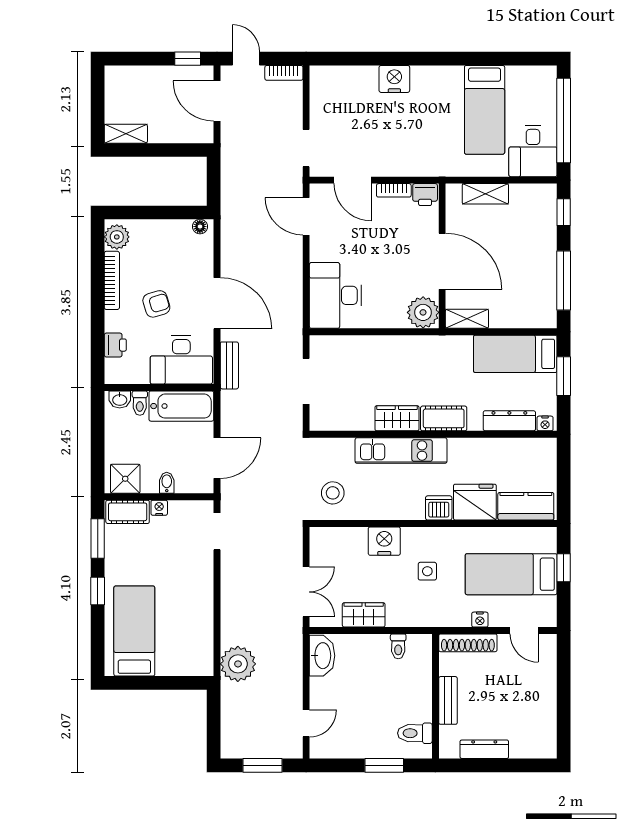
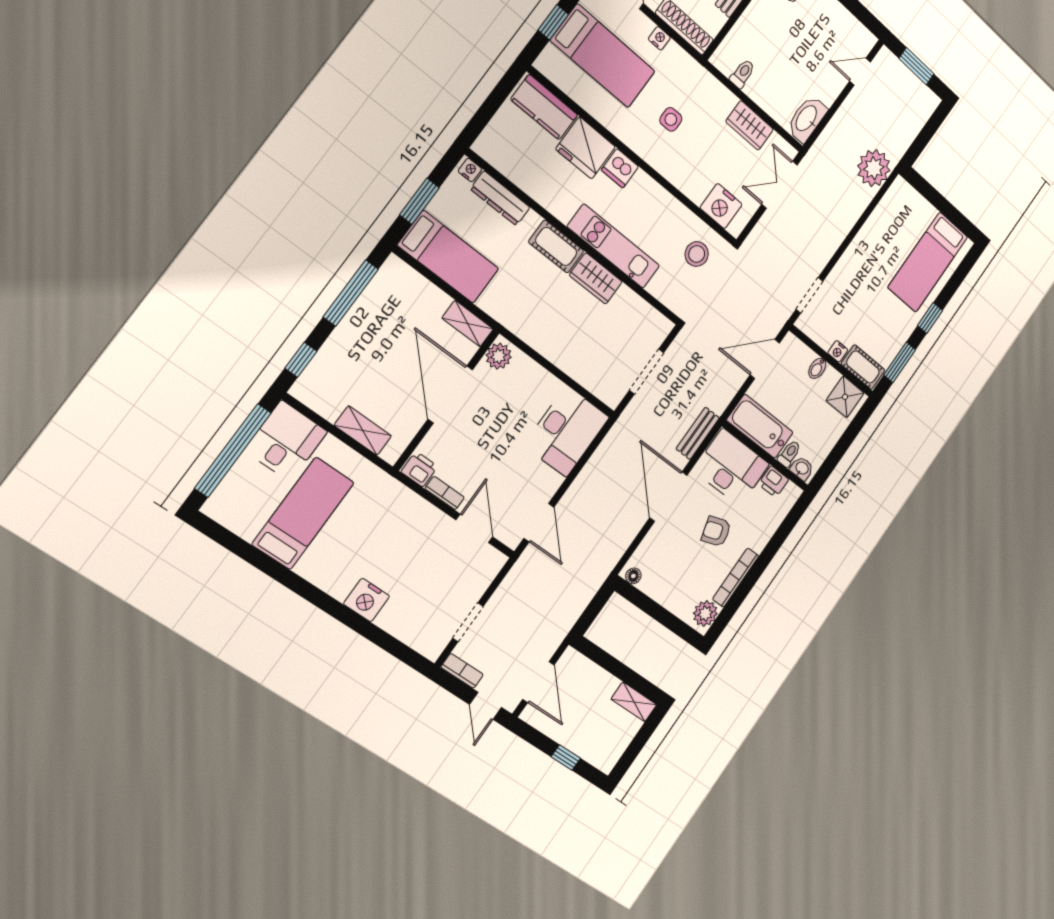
window: (188, 59) -> (566, 758), moved
doorway: (306, 148) -> (468, 622), moved
plant: (423, 312) -> (499, 356), width x0.73, depth x0.73
printer: (115, 345) -> (774, 482), moved, turned -90
nightstand: (384, 541) -> (721, 206), moved

